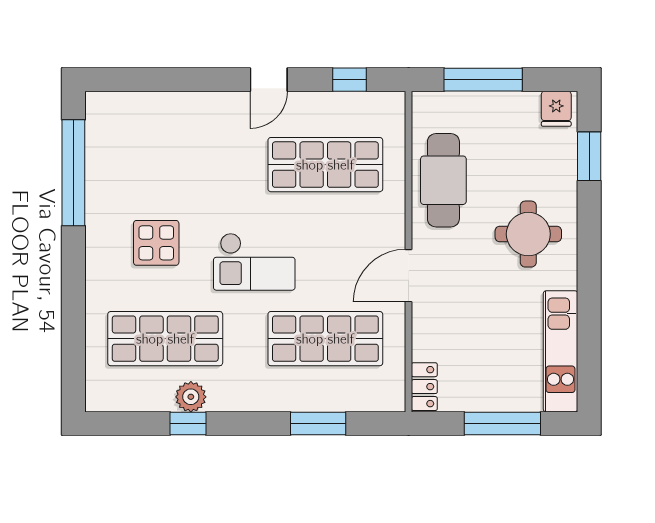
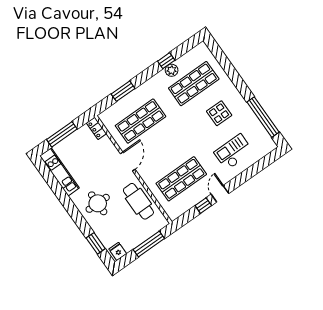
window: (350, 80) -> (203, 206), moved
checkout: (254, 262) -> (234, 152), moved

